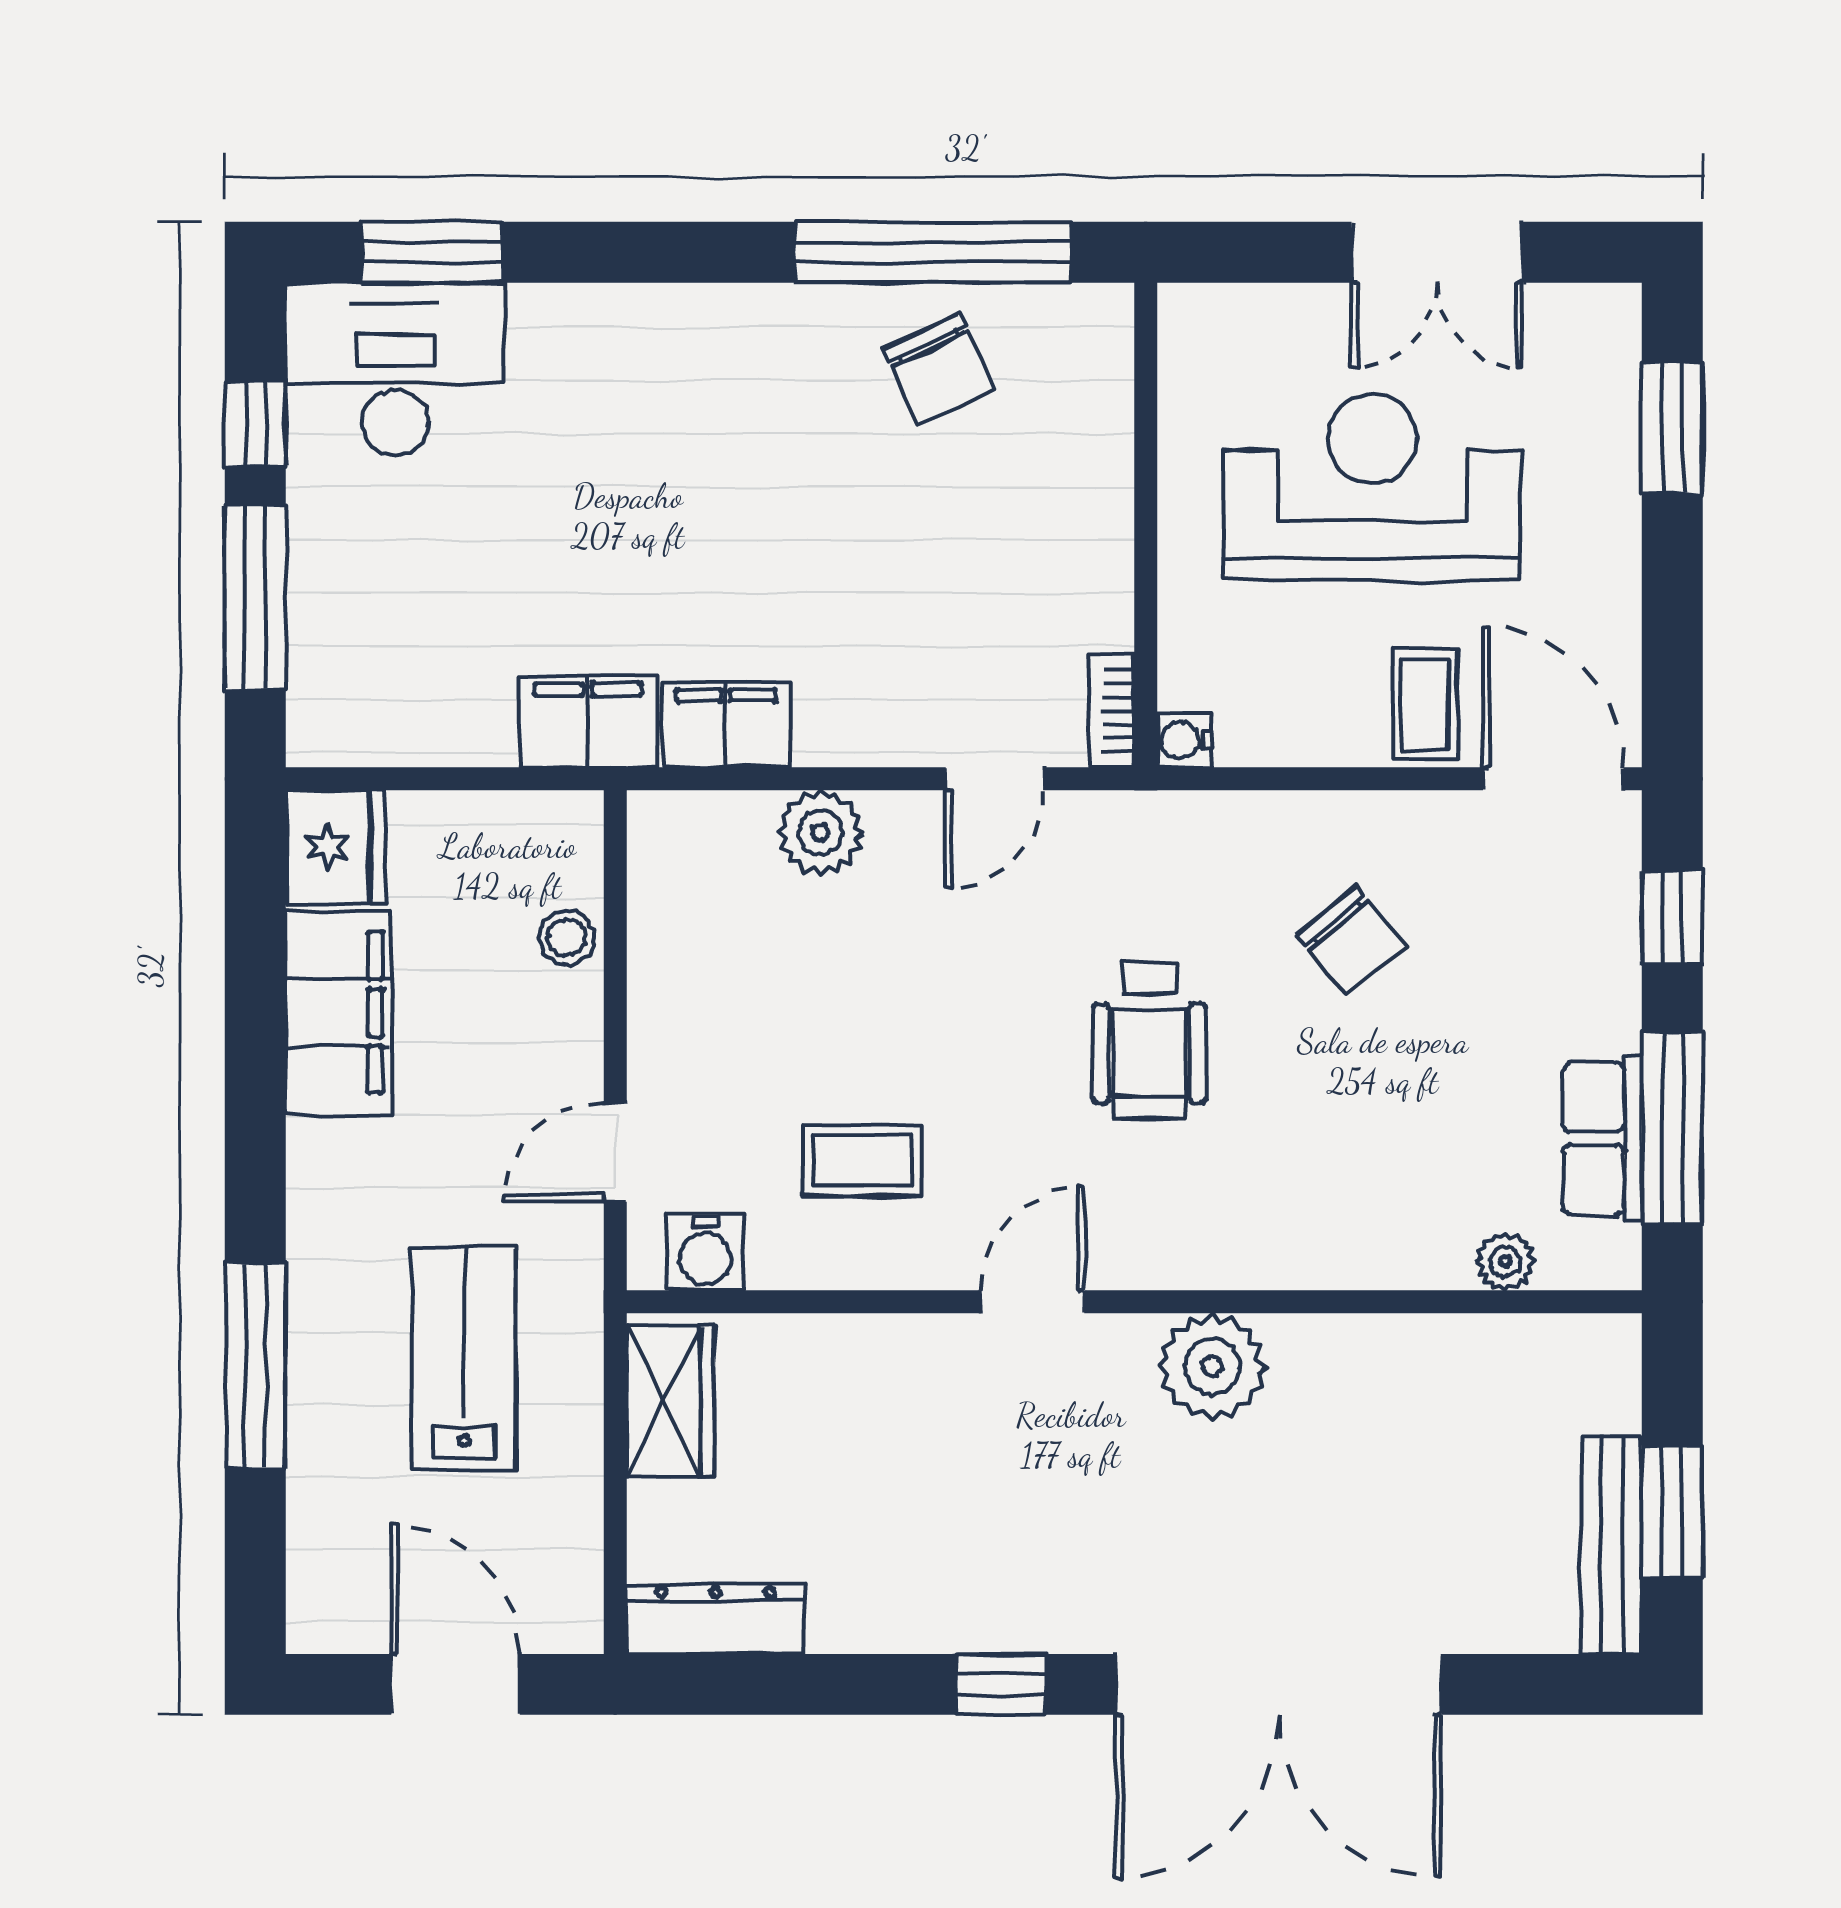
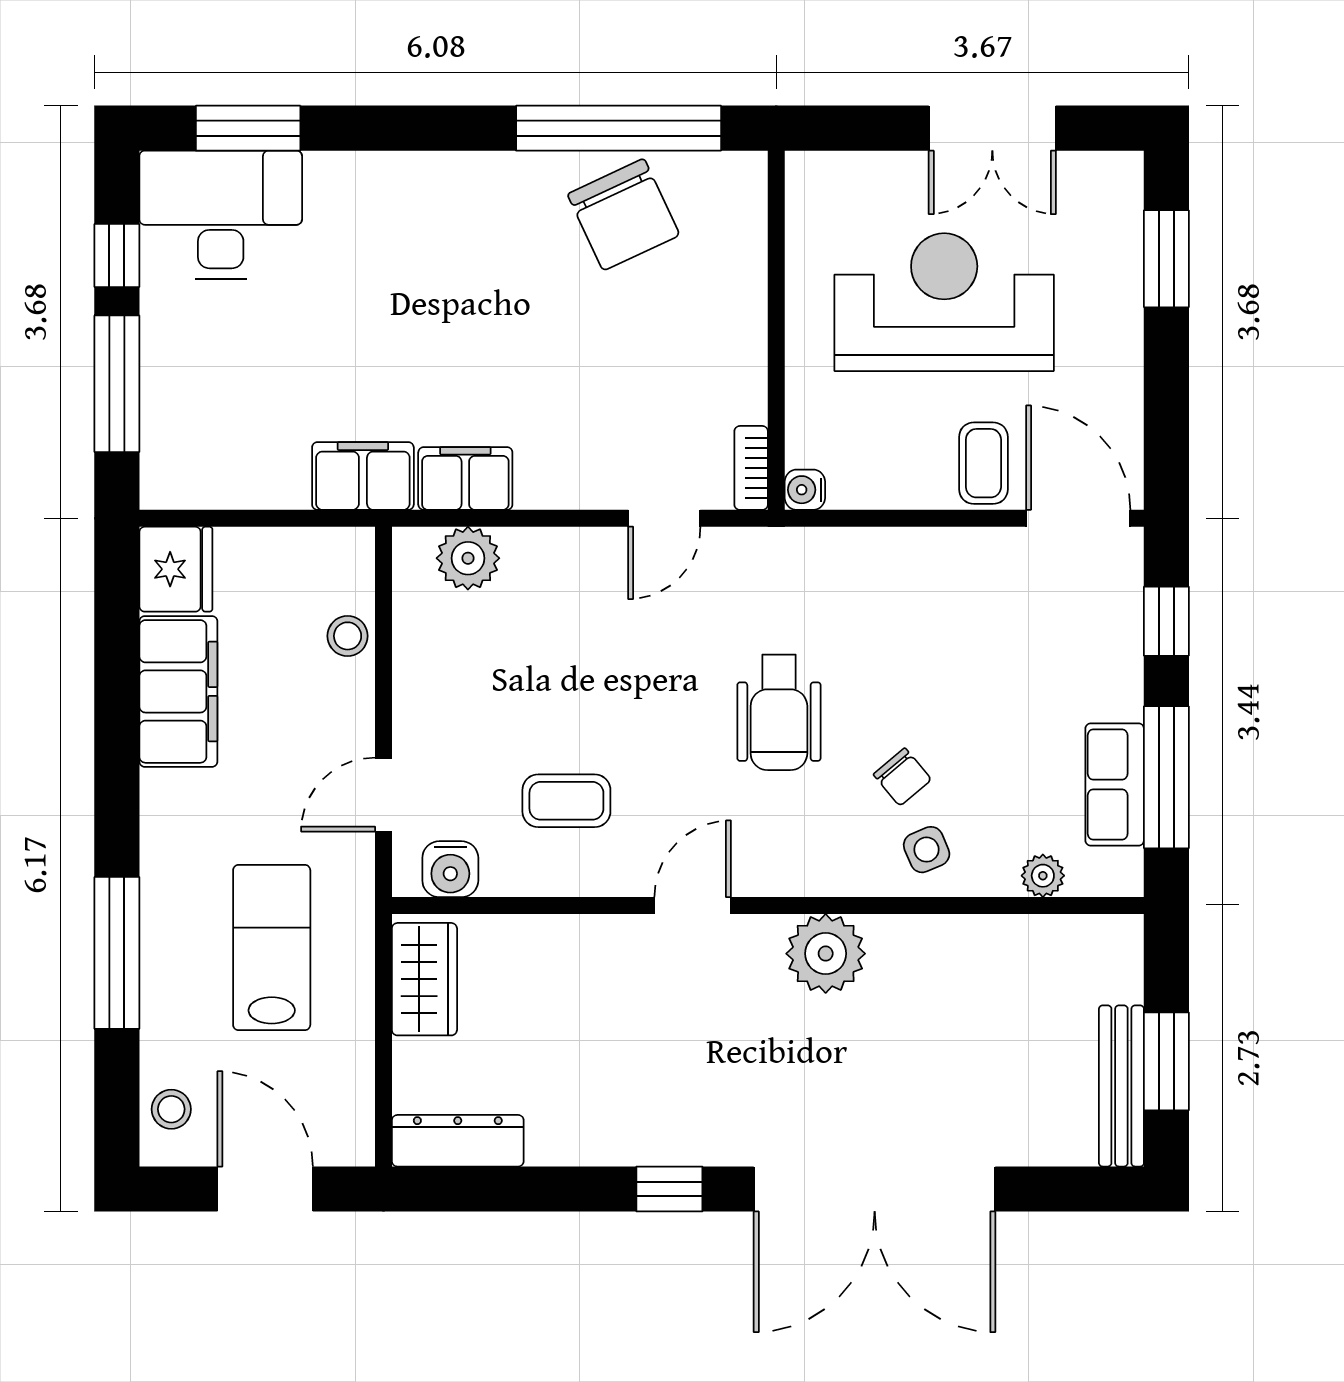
chair: (939, 369) -> (624, 215), width x1.37, depth x1.37
plant: (820, 833) -> (468, 558), moved
chair: (1351, 941) -> (902, 777), moved, width x0.73, depth x0.73
side table: (1348, 1226) -> (927, 850), added
stool: (329, 1577) -> (171, 1109), added

